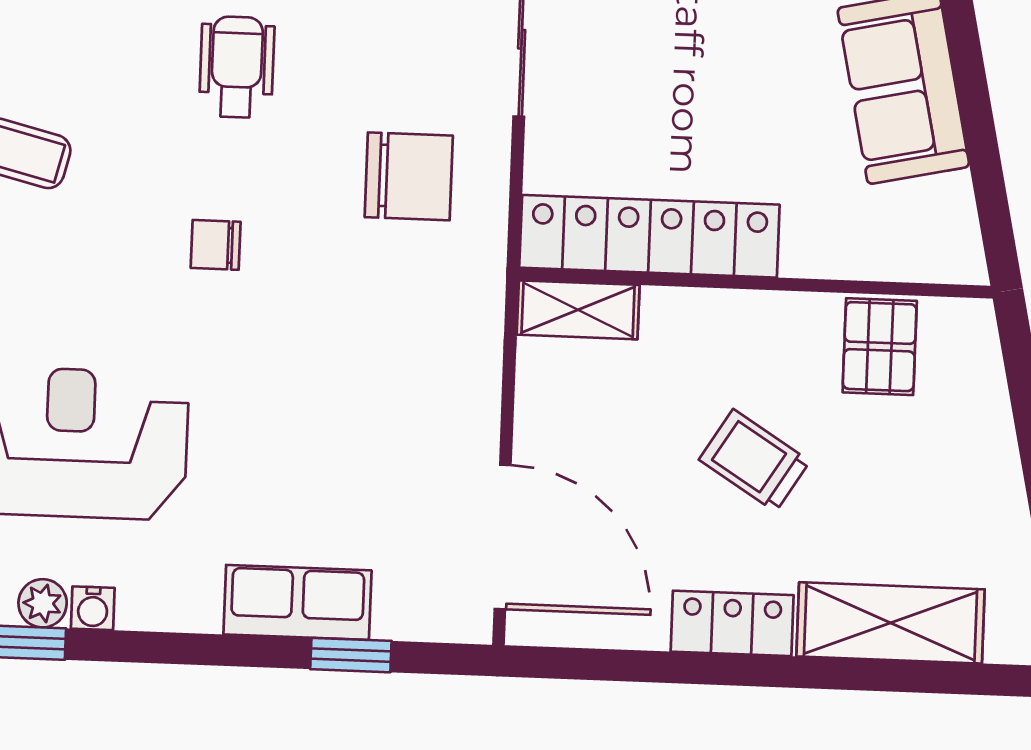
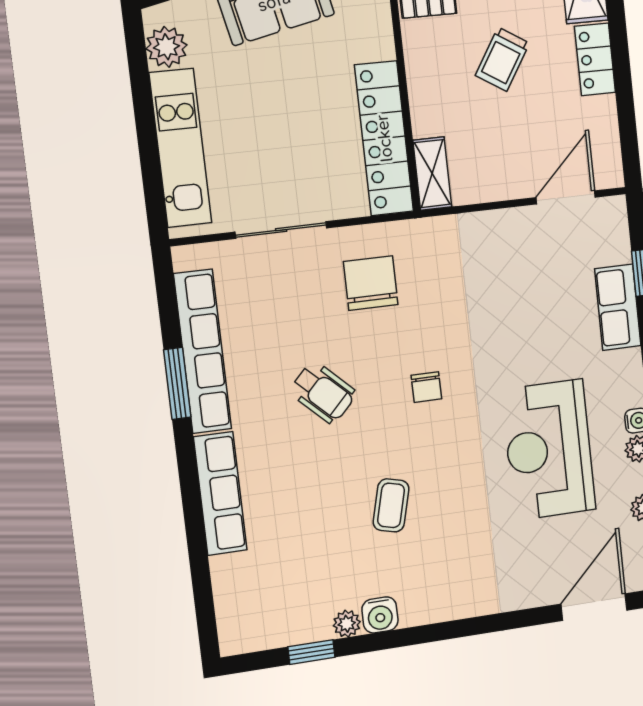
wheelchair: (237, 67) -> (323, 392), turned -136
door: (503, 537) -> (566, 197), width x0.73

